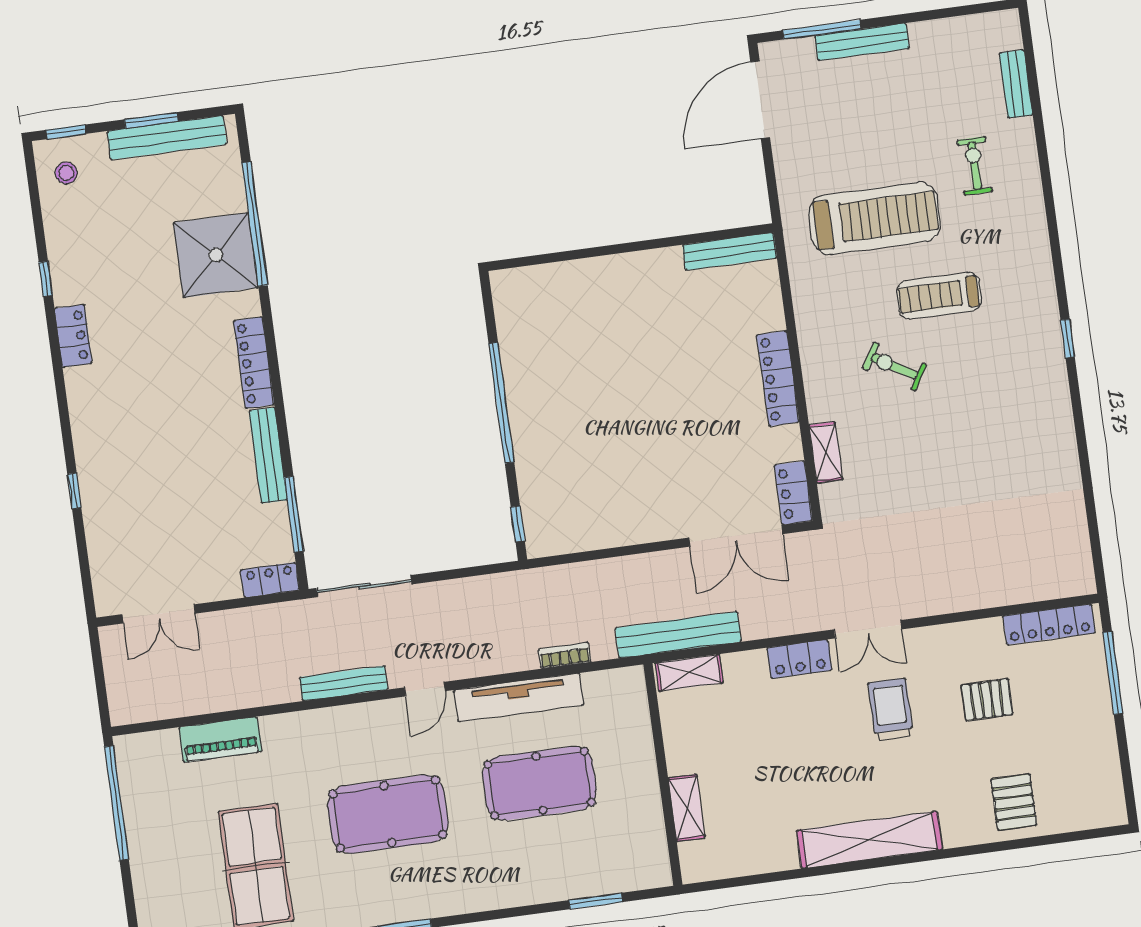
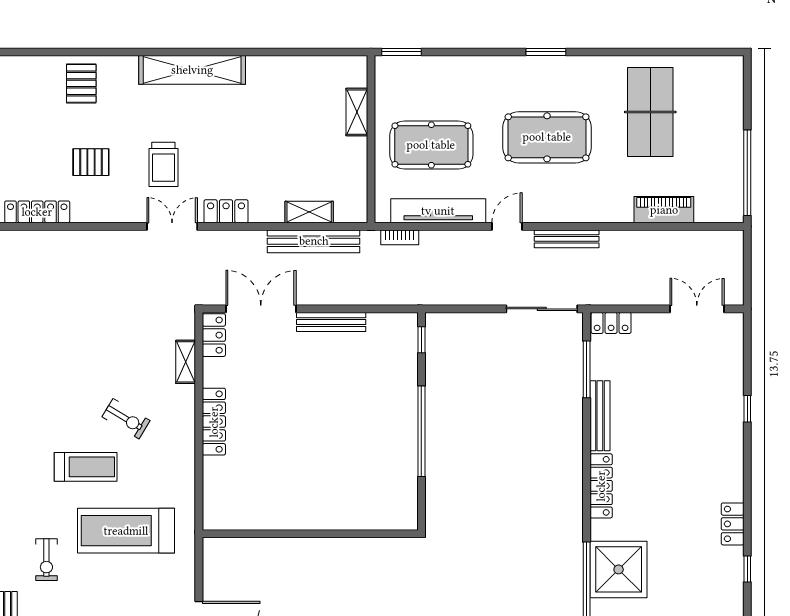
bench: (730, 251) -> (331, 322), moved
wall: (663, 774) -> (371, 139), moved
shelving: (687, 808) -> (357, 112), moved

